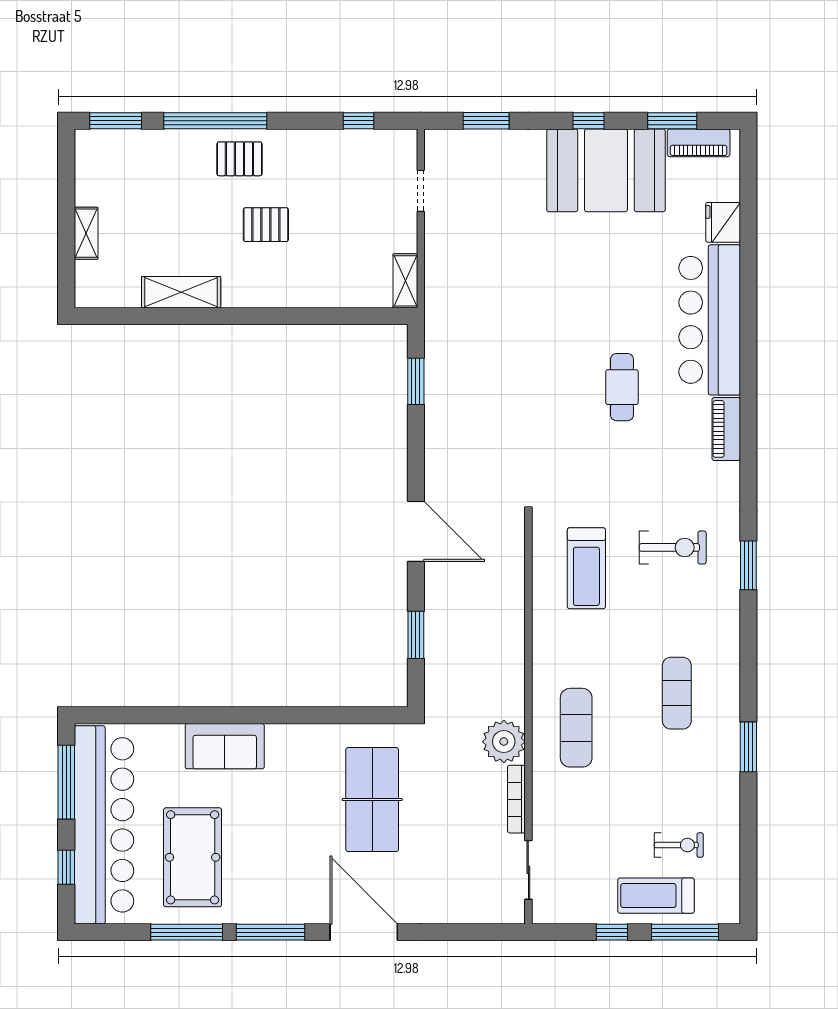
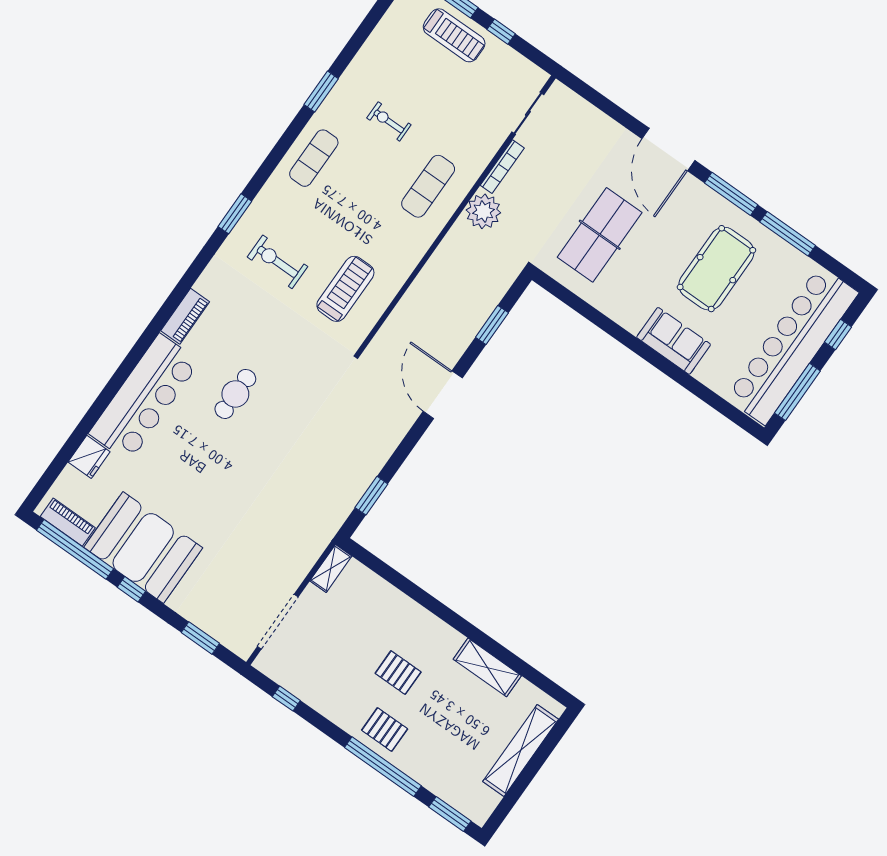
window: (672, 121) -> (75, 549), width x2.11
doorway: (421, 191) -> (278, 622), width x1.87
shelving: (86, 233) -> (521, 750), width x2.20, depth x1.33
exercise mat: (677, 693) -> (314, 158), moved
exercise bike: (679, 845) -> (389, 121), moved
pool table: (193, 857) -> (716, 269), moved

